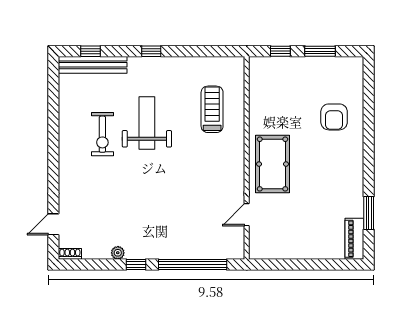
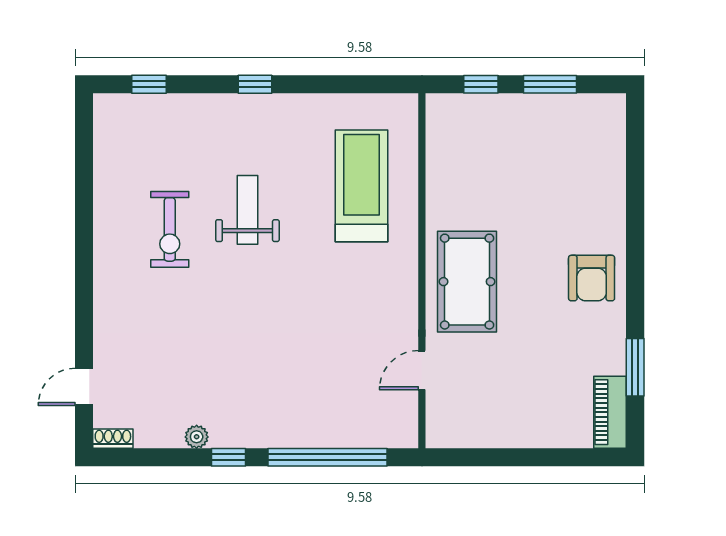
bench: (93, 65) -> (153, 108), removed
treadmill: (212, 109) -> (361, 186), width x1.37, depth x1.38
armchair: (334, 117) -> (592, 278), moved
weight bench: (147, 123) -> (247, 210), width x0.73, depth x0.75

